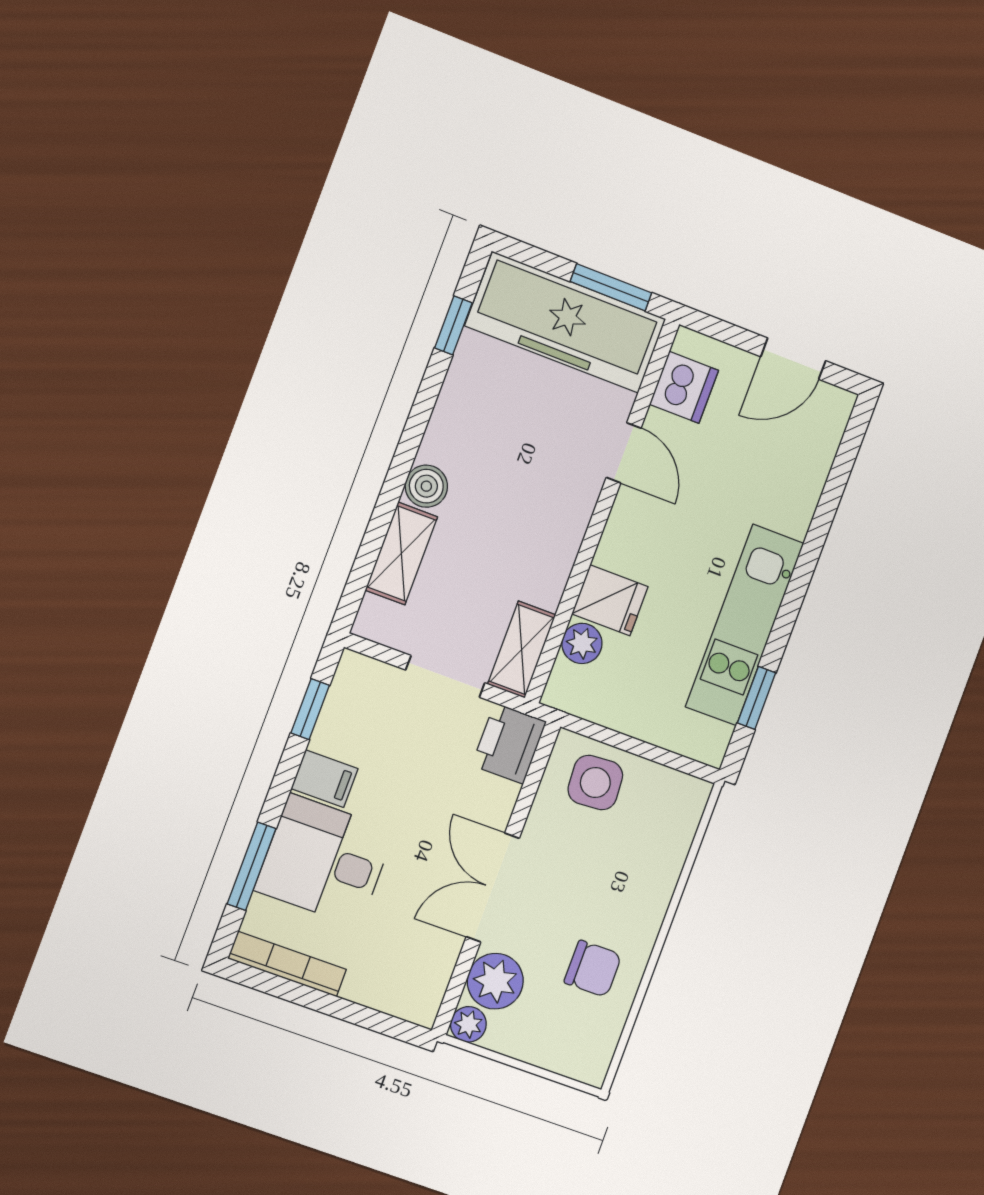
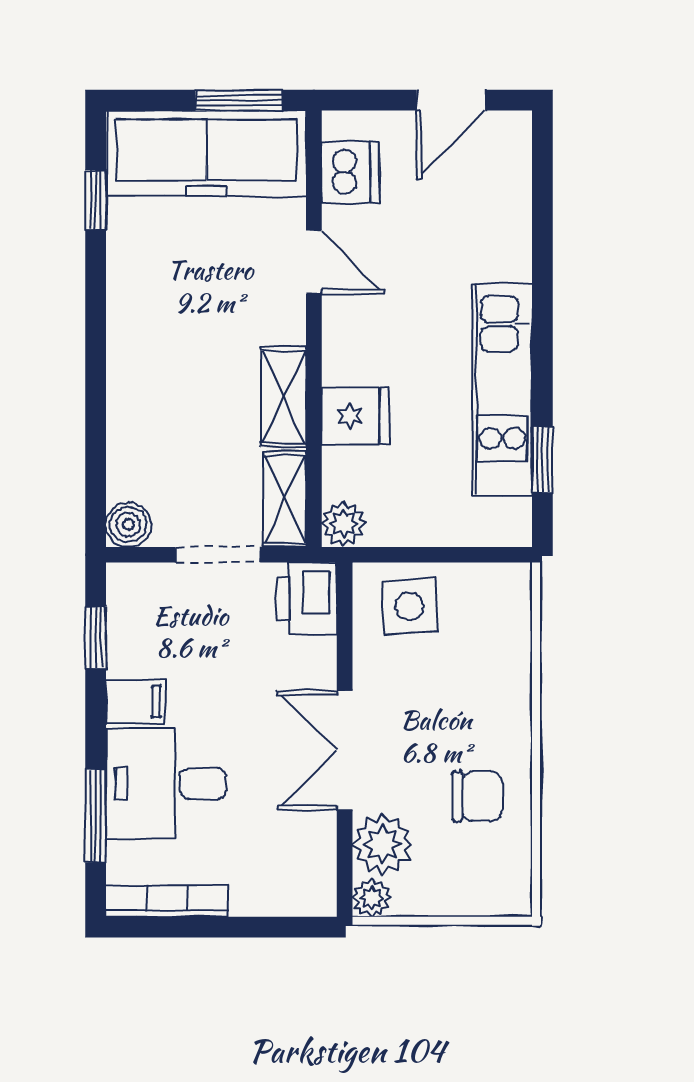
boiler: (426, 486) -> (128, 525), moved
shelving: (401, 553) -> (284, 397), moved
plant: (582, 643) -> (343, 524), moved

